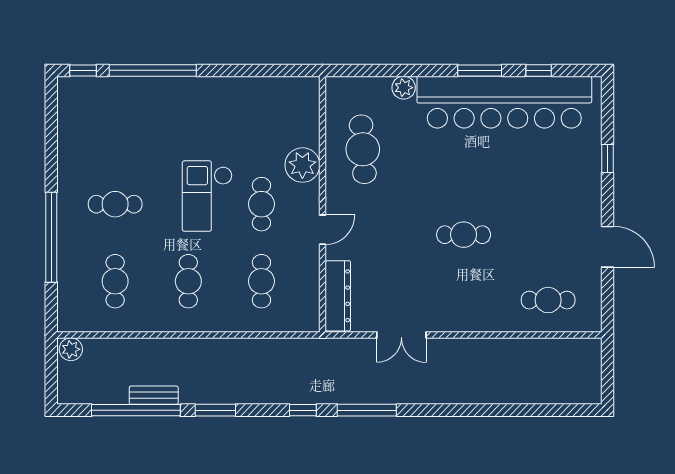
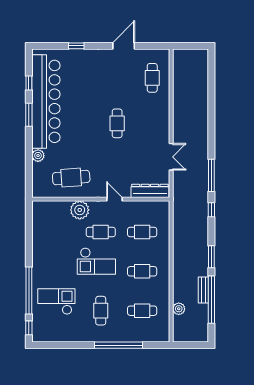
checkout: (132, 122) -> (56, 301), added
plant: (71, 349) -> (179, 309), moved

